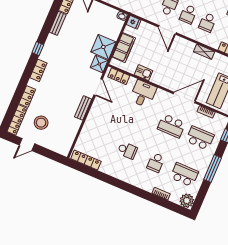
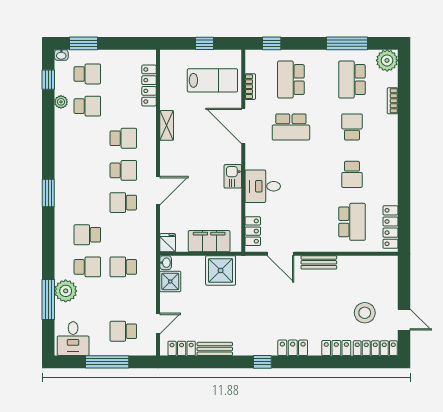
shower: (99, 64) -> (170, 281), moved
kitchen sink: (144, 73) -> (233, 176), moved
door: (98, 87) -> (280, 254), swing flipped
school desk: (171, 126) -> (291, 127), turned 90
school desk: (99, 138) -> (352, 222), added
school desk: (127, 150) -> (352, 174), turned 180
school desk: (156, 163) -> (352, 127), turned -90
window: (213, 169) -> (347, 43), moved

